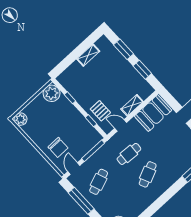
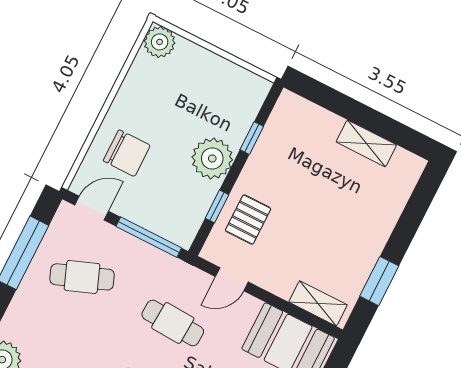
window: (124, 49) -> (410, 220), removed
plant: (52, 93) -> (212, 158), moved
shelving: (132, 105) -> (318, 303), moved
door: (121, 125) -> (232, 279), swing flipped
chair: (58, 147) -> (127, 153), turned -90

